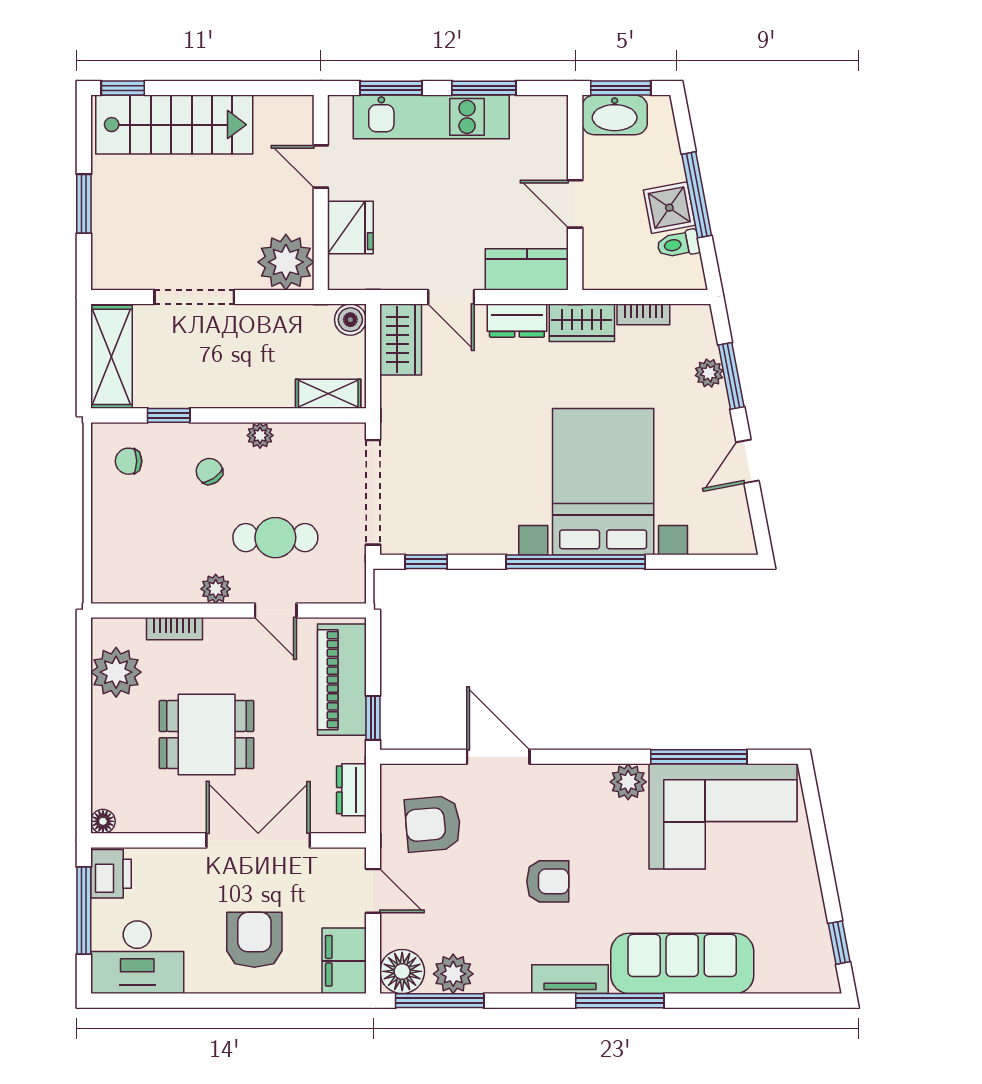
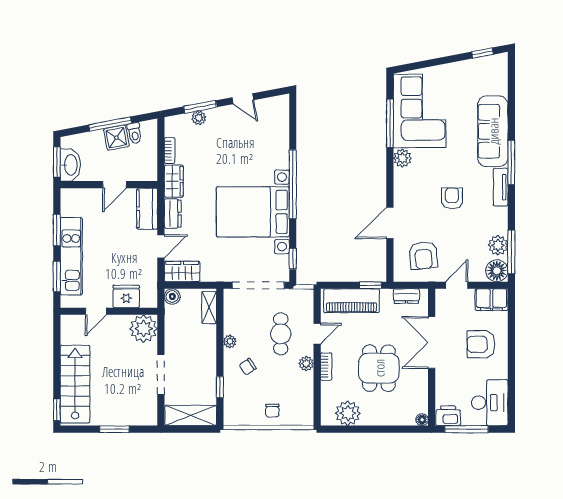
chair: (129, 461) -> (272, 411), moved
bed with nightstands: (603, 482) -> (253, 212), moved
bookcase: (174, 629) -> (326, 367), moved

